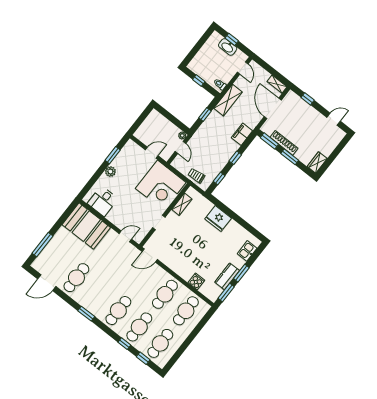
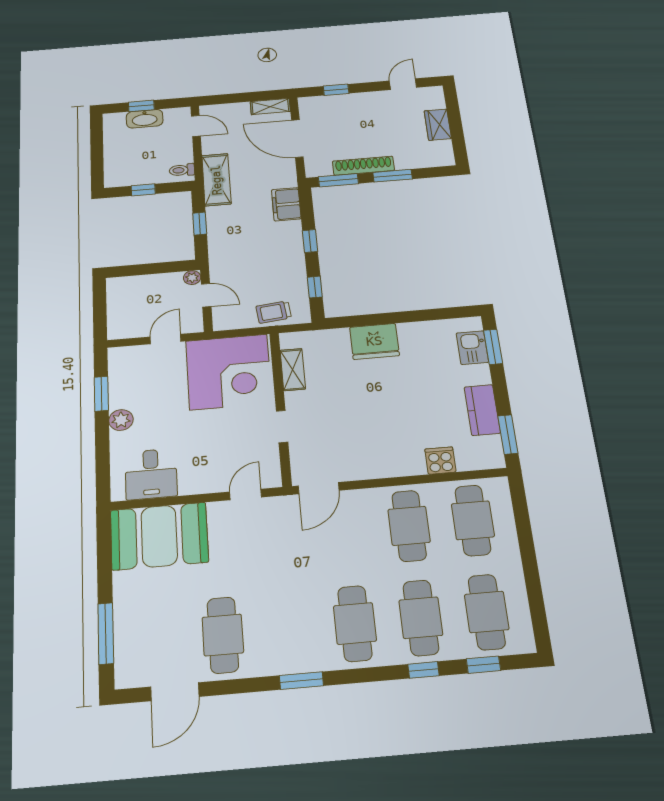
wardrobe: (317, 163) -> (438, 125), moved
window: (241, 273) -> (493, 347), moved

